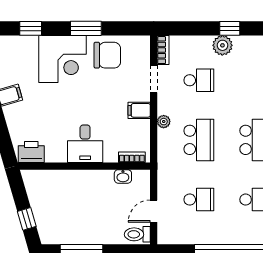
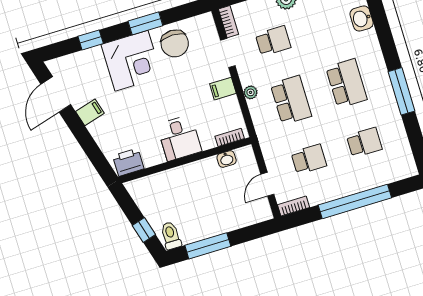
chair: (107, 55) -> (175, 43), turned 90
toilet: (137, 234) -> (171, 236), moved, turned 90
bookcase: (172, 239) -> (294, 206), added

